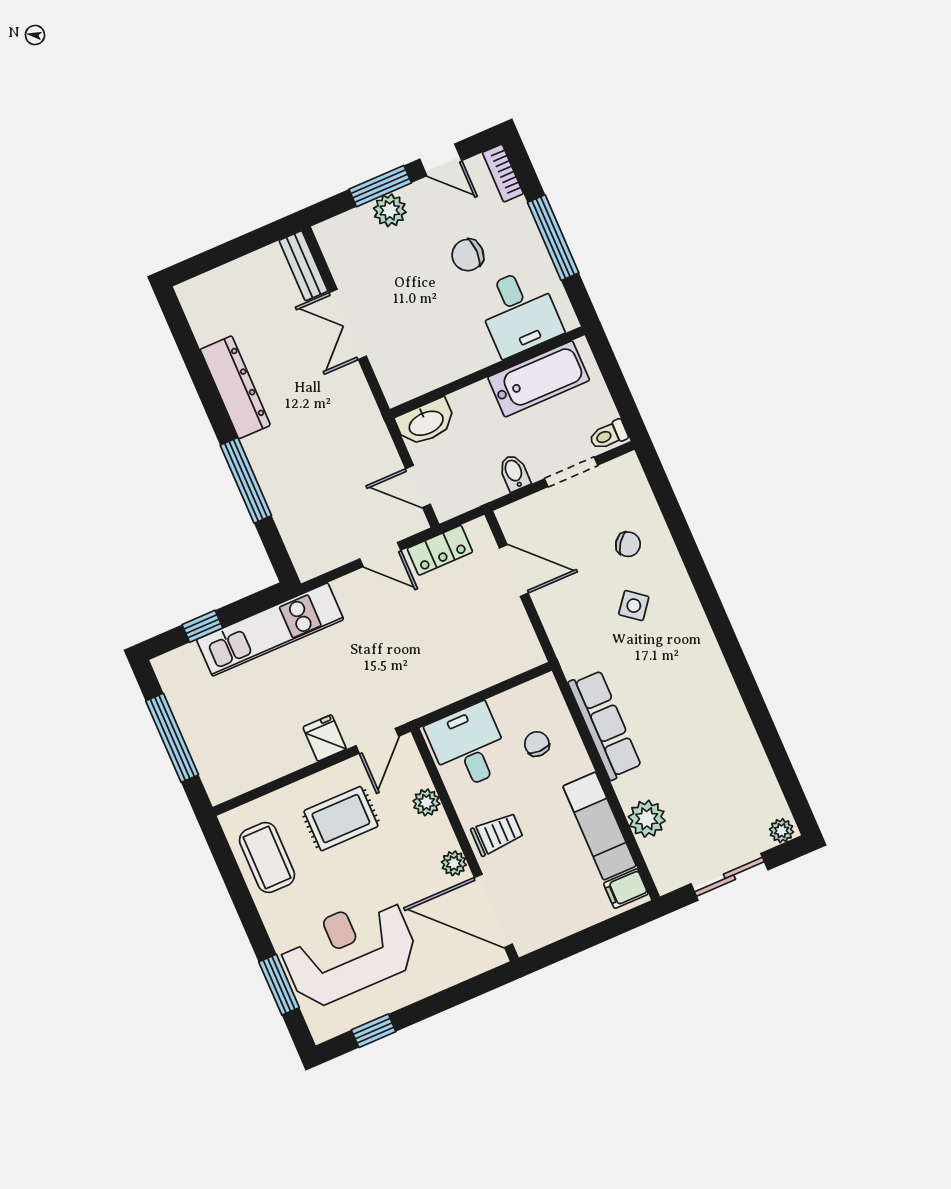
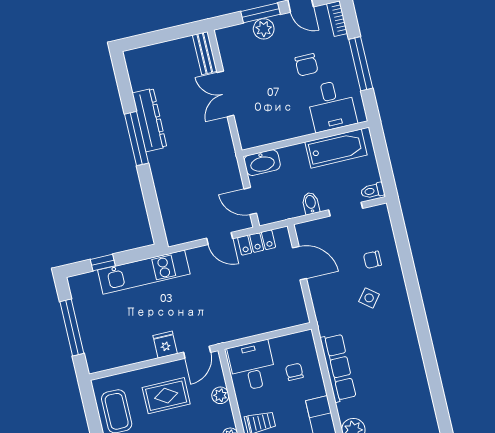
chair: (468, 255) -> (306, 65), turned -90
window: (246, 480) -> (136, 139), moved
chair: (628, 544) -> (372, 260), turned 144

